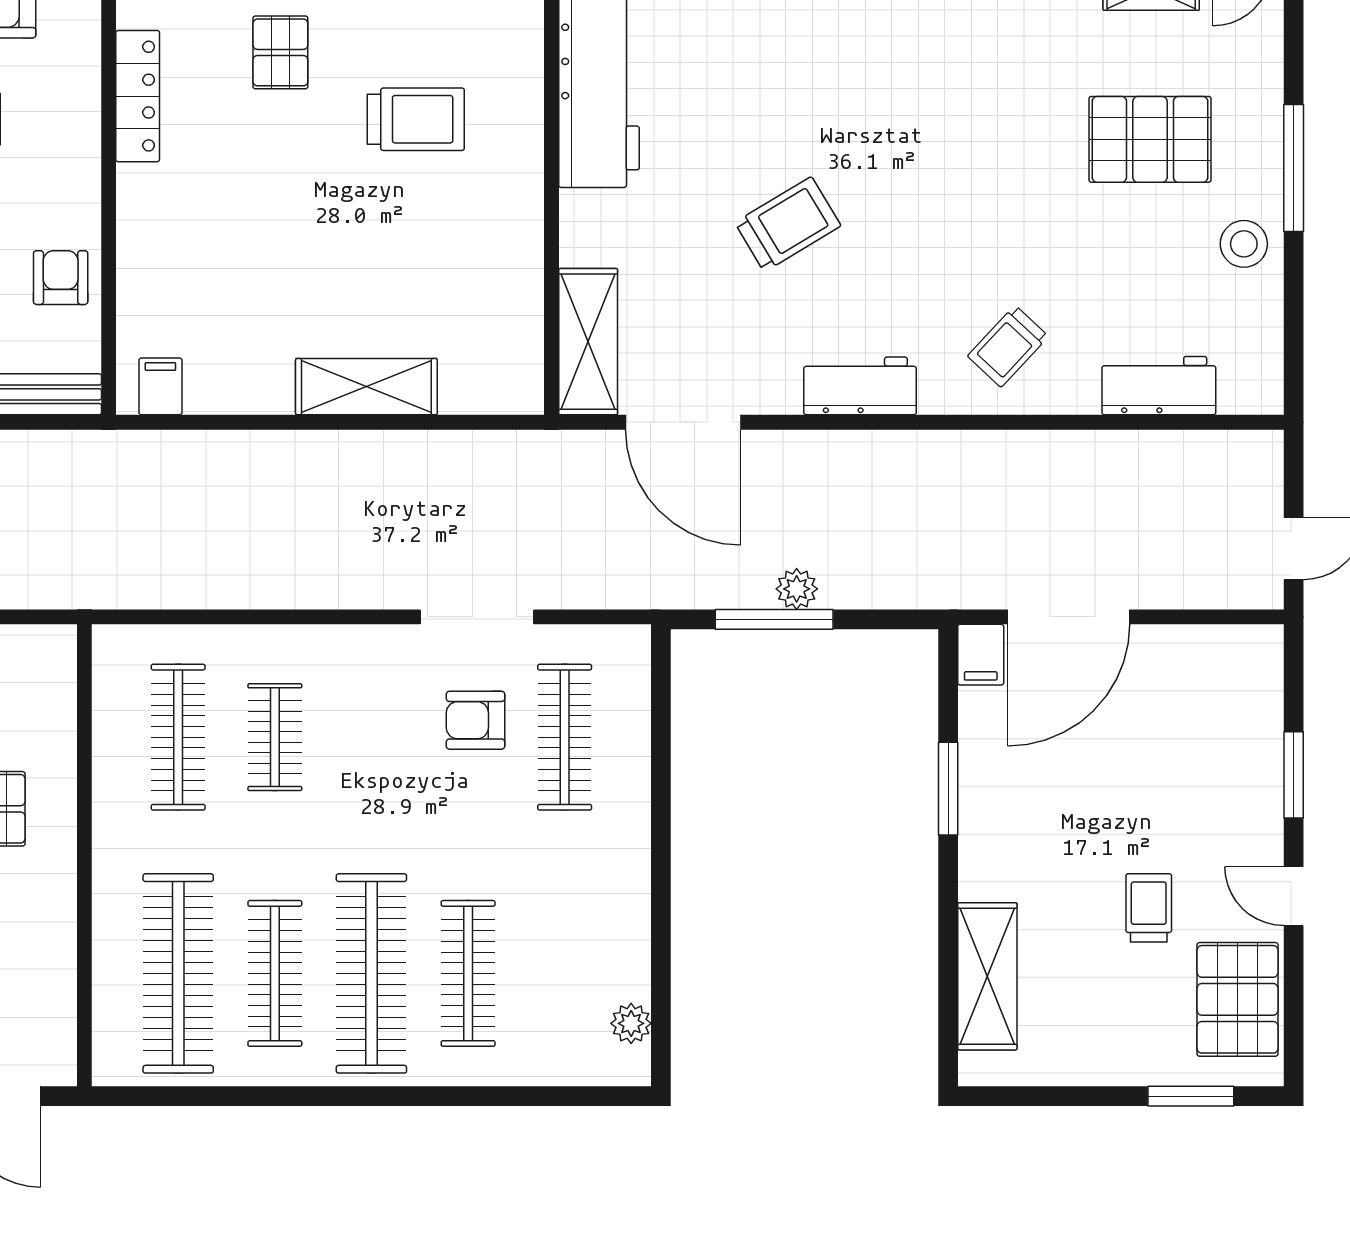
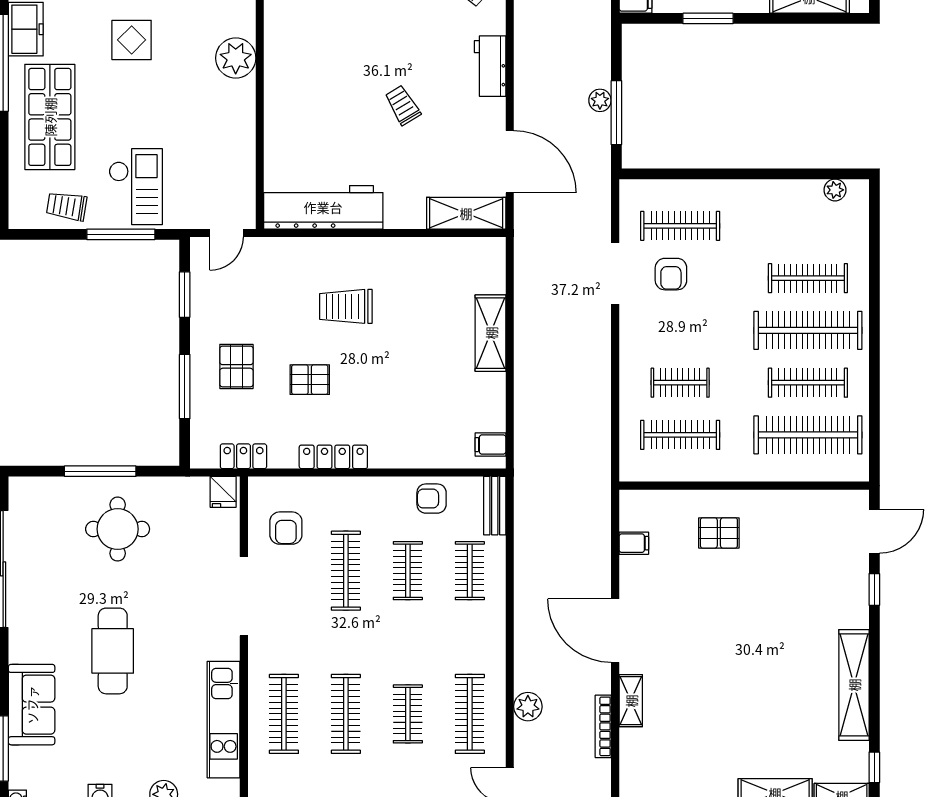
trolley: (416, 119) -> (346, 306), turned -90
trolley: (788, 224) -> (403, 105), width x0.73, depth x0.72
door: (683, 422) -> (510, 162), hinge flipped

